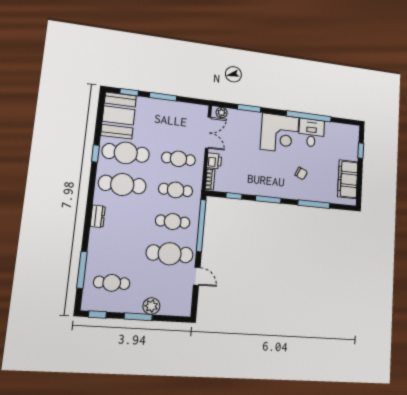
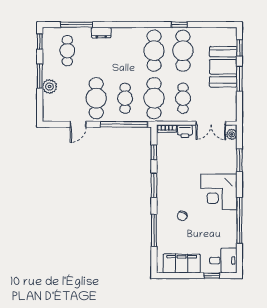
booth: (119, 115) -> (223, 67), moved, turned 90
desk: (311, 133) -> (223, 261), moved
cafe table: (176, 190) -> (154, 98), width x1.37, depth x1.35
dresser: (98, 216) -> (101, 33), moved

